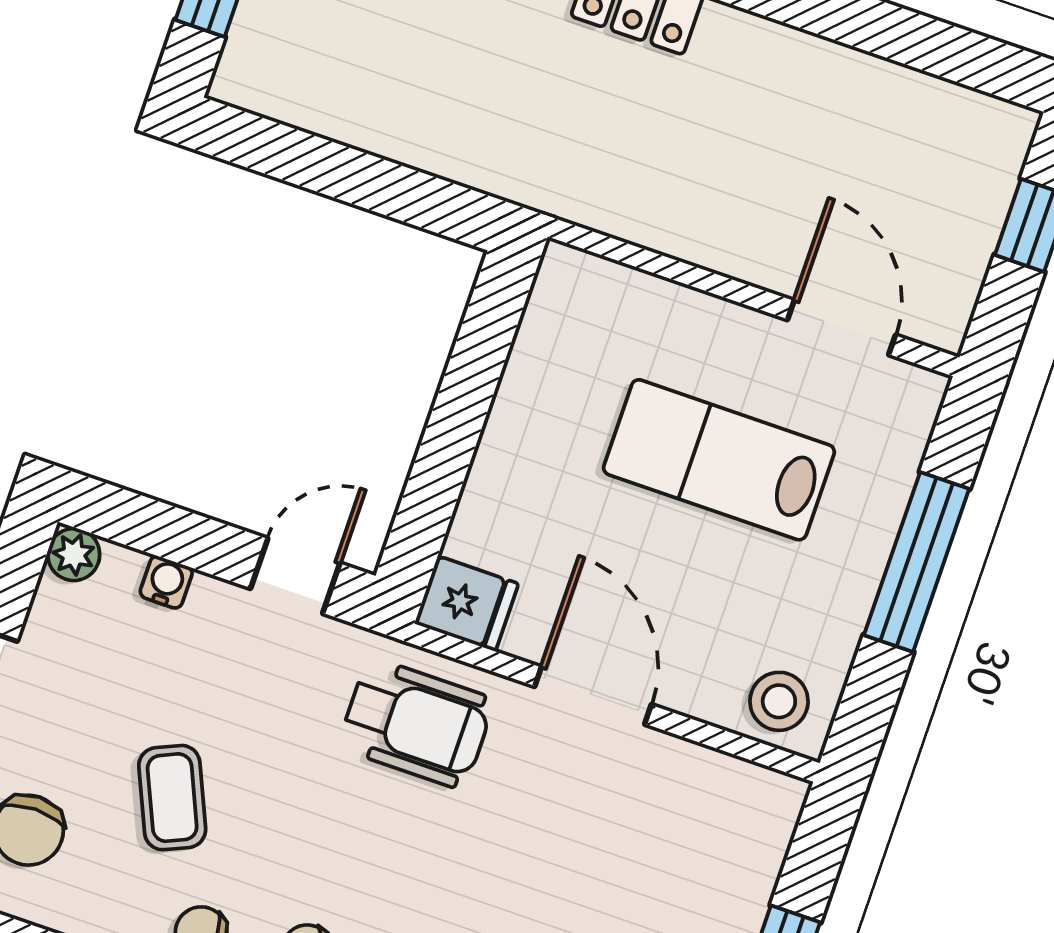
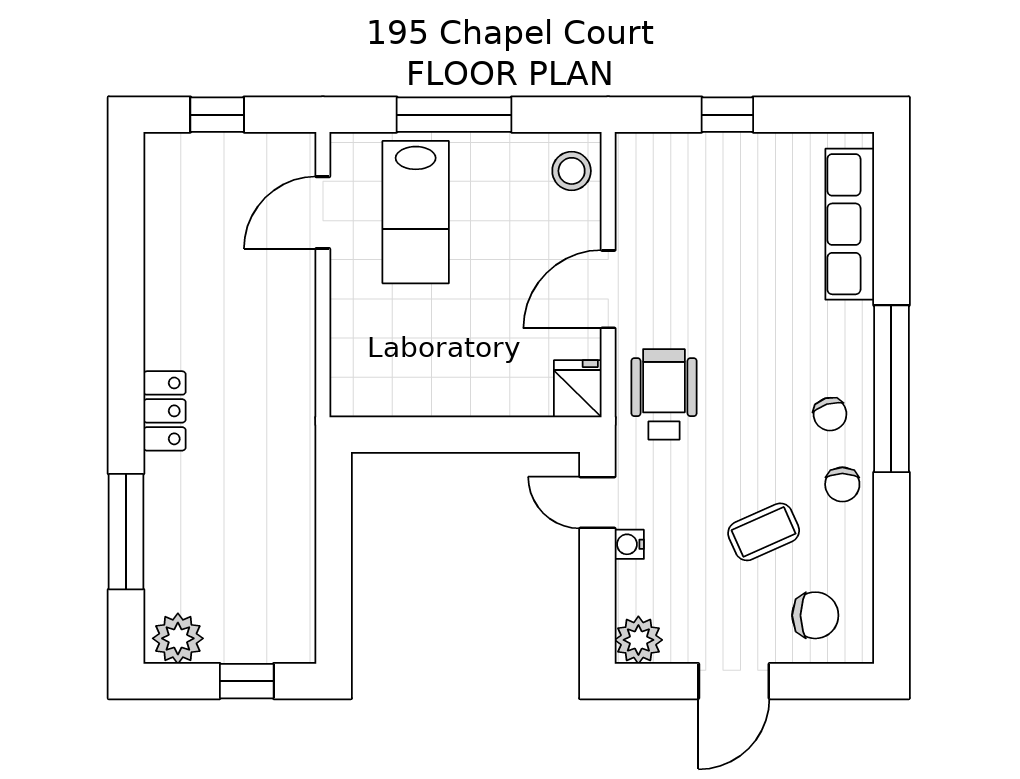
lab bench: (719, 460) -> (416, 212), moved
plant: (74, 555) -> (638, 640), width x1.38, depth x1.38
water cooler: (166, 582) -> (629, 544), moved

